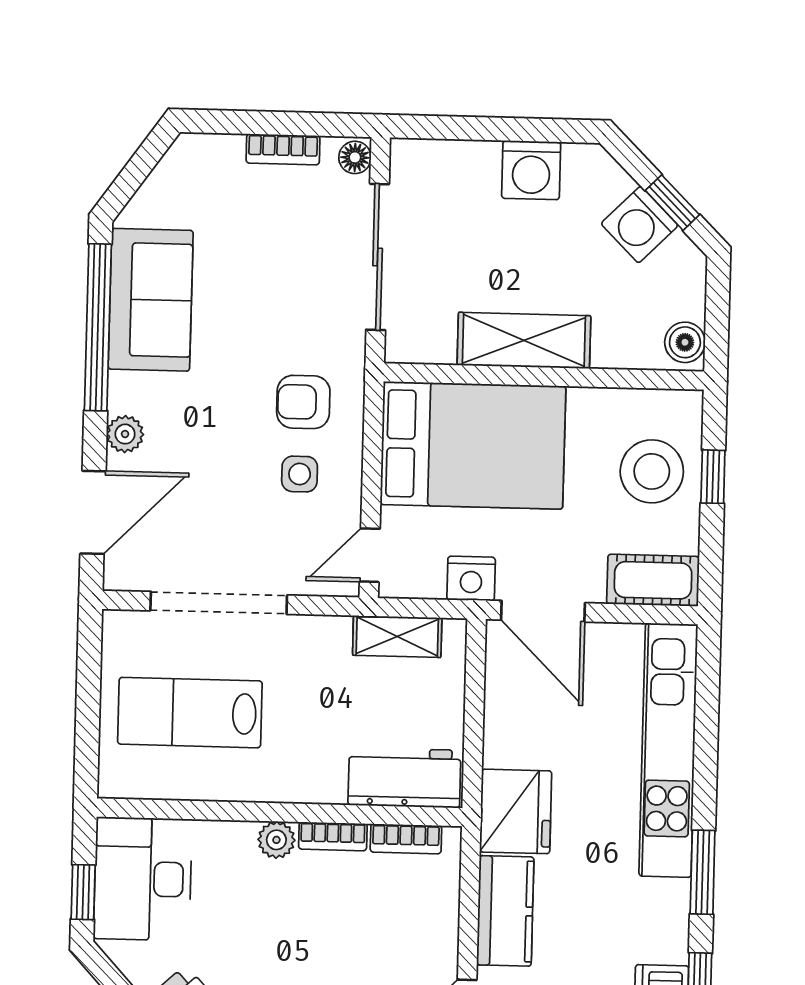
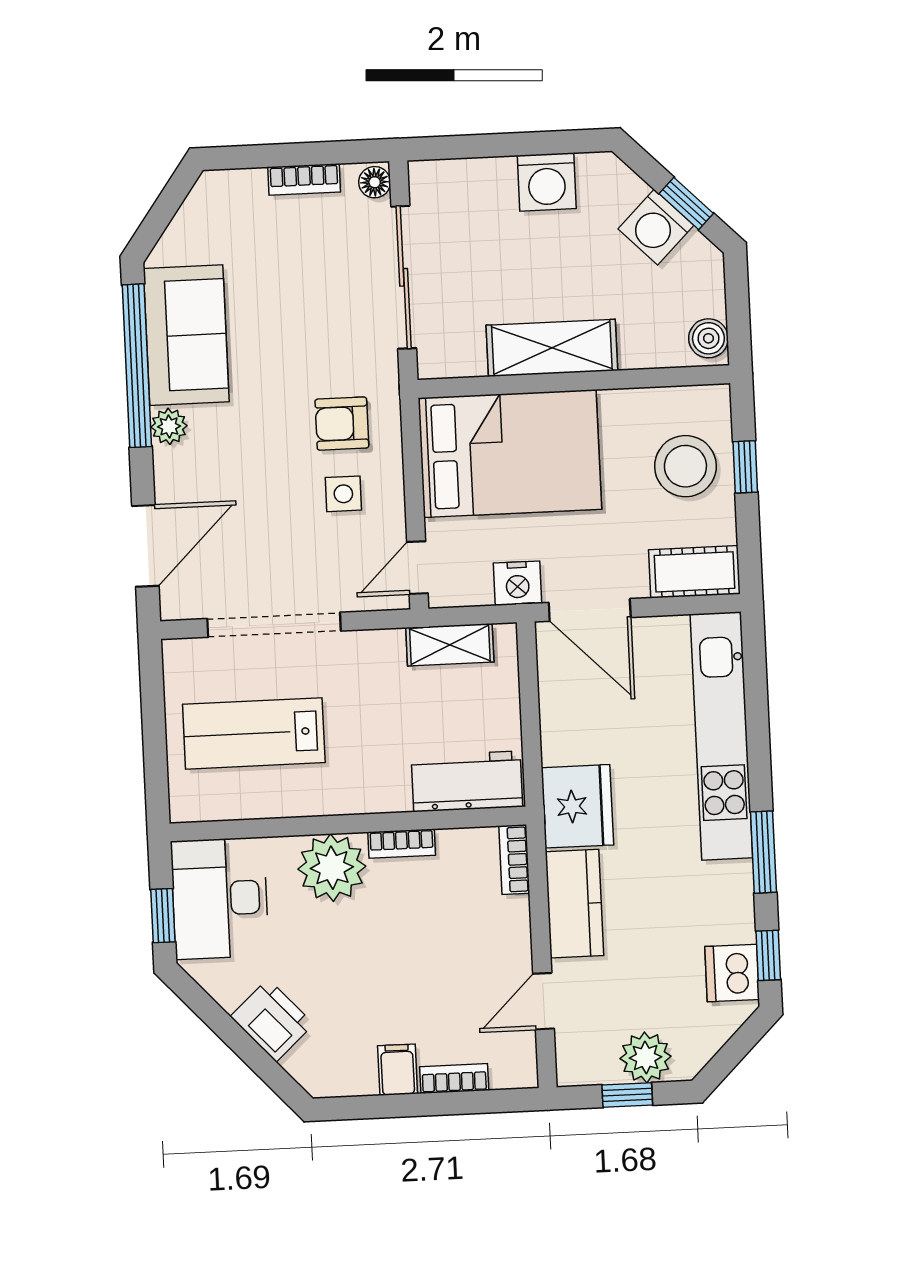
plant: (125, 434) -> (169, 426), moved
bookcase: (406, 839) -> (514, 860), moved, turned 90
plant: (276, 840) -> (332, 868), width x1.87, depth x1.87

